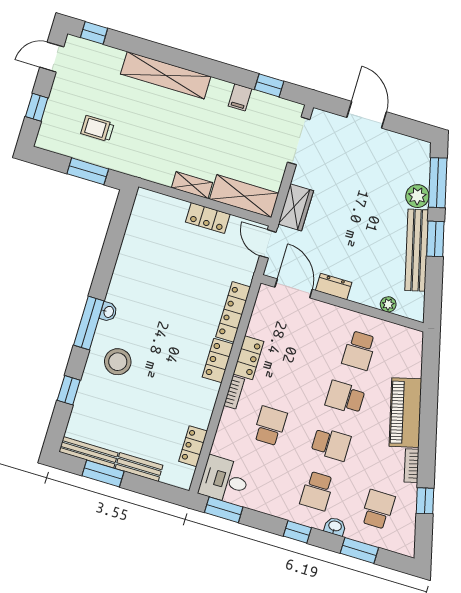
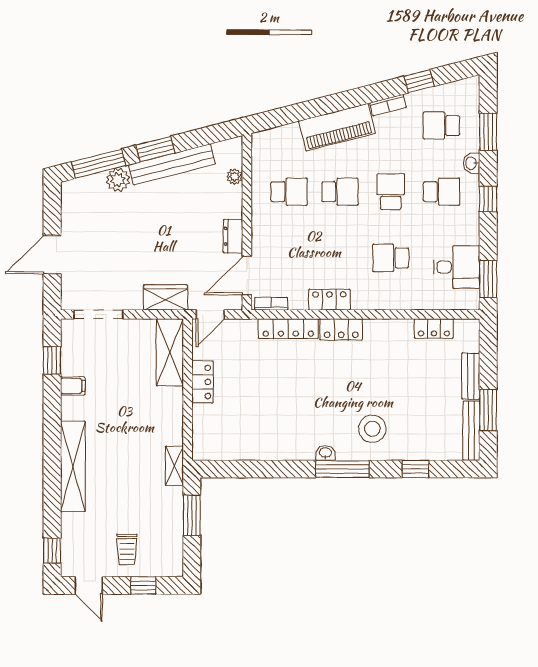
trolley: (97, 128) -> (127, 549), moved
shelving: (192, 185) -> (174, 466), moved
bookcase: (234, 392) -> (271, 304), moved
school desk: (345, 397) -> (340, 192), turned -90
desk: (224, 480) -> (457, 267), moved, turned -90

